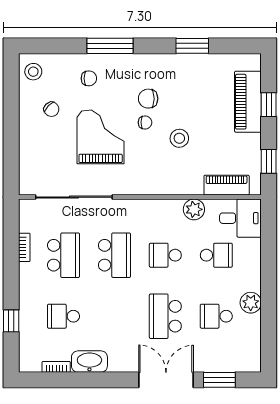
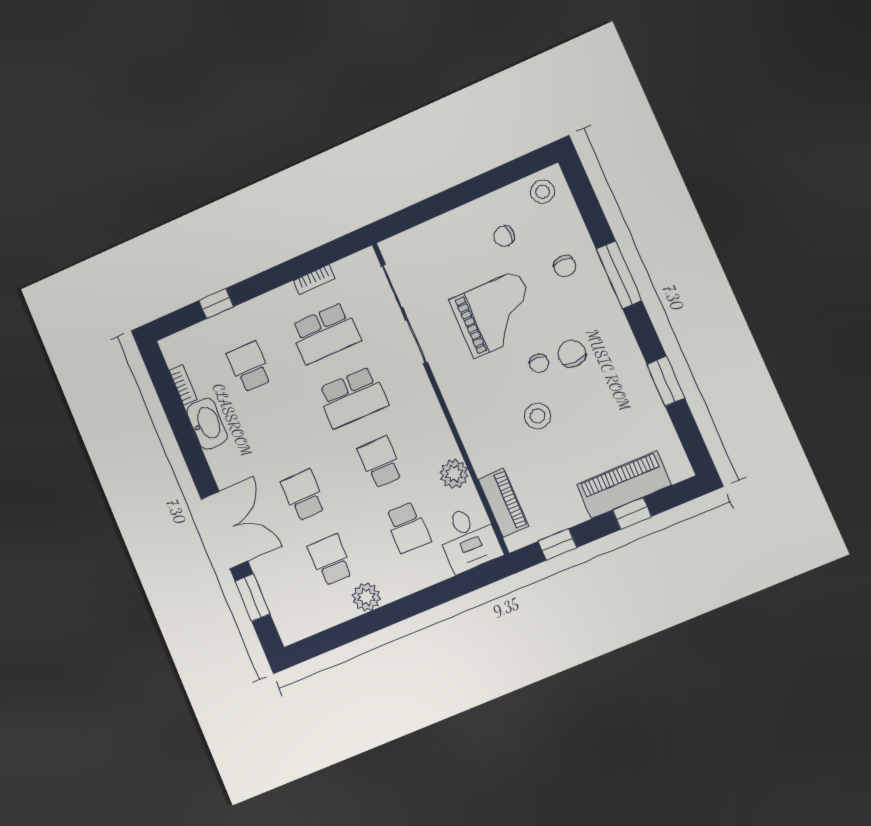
chair: (51, 109) -> (504, 236), turned 46
school desk: (165, 316) -> (303, 495), width x0.54

